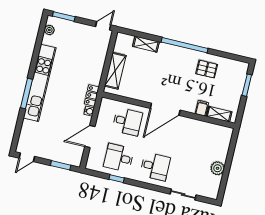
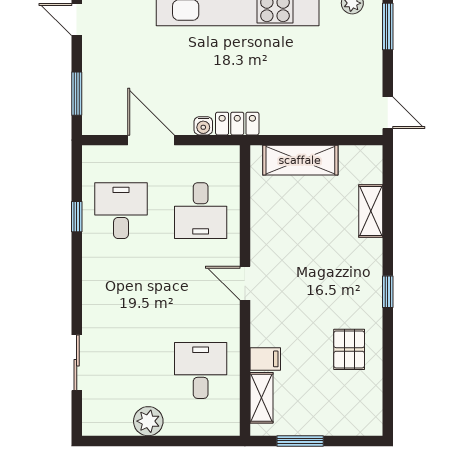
window: (185, 45) -> (388, 292), width x0.32
window: (247, 85) -> (300, 441), moved
door: (165, 109) -> (245, 283), width x0.53
desk: (155, 166) -> (201, 370), moved, turned 180

